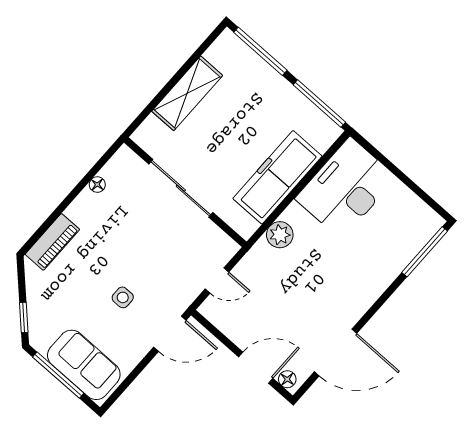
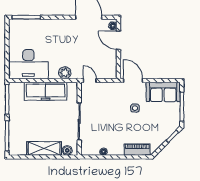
boiler: (151, 128) -> (67, 150), added
door: (217, 281) -> (90, 81), moved
sofa: (84, 365) -> (163, 92), moved, turned -90

